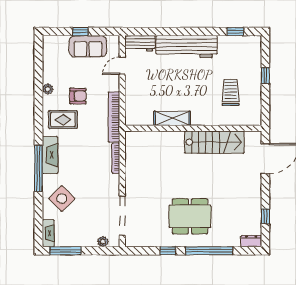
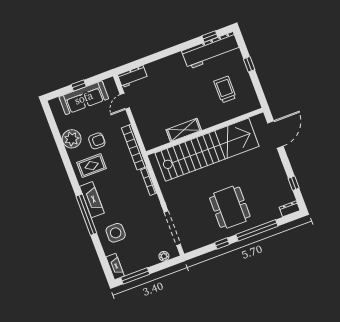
sofa: (88, 46) -> (84, 98), width x1.36
workbench: (187, 47) -> (211, 51), moved
plant: (48, 89) -> (72, 139), width x1.87, depth x1.87
stairs: (214, 142) -> (207, 150), width x1.86, depth x1.51
side table: (62, 199) -> (116, 233), turned 45
dining table: (190, 216) -> (230, 207), turned 90

